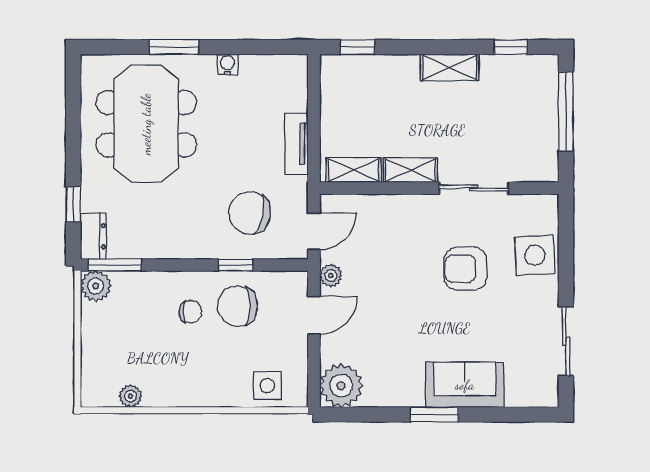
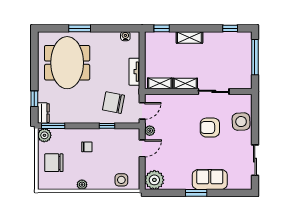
water cooler: (228, 65) -> (125, 36), moved
shelving: (450, 67) -> (189, 37), moved
chair: (238, 306) -> (54, 163), moved
plant: (131, 396) -> (82, 185), moved

